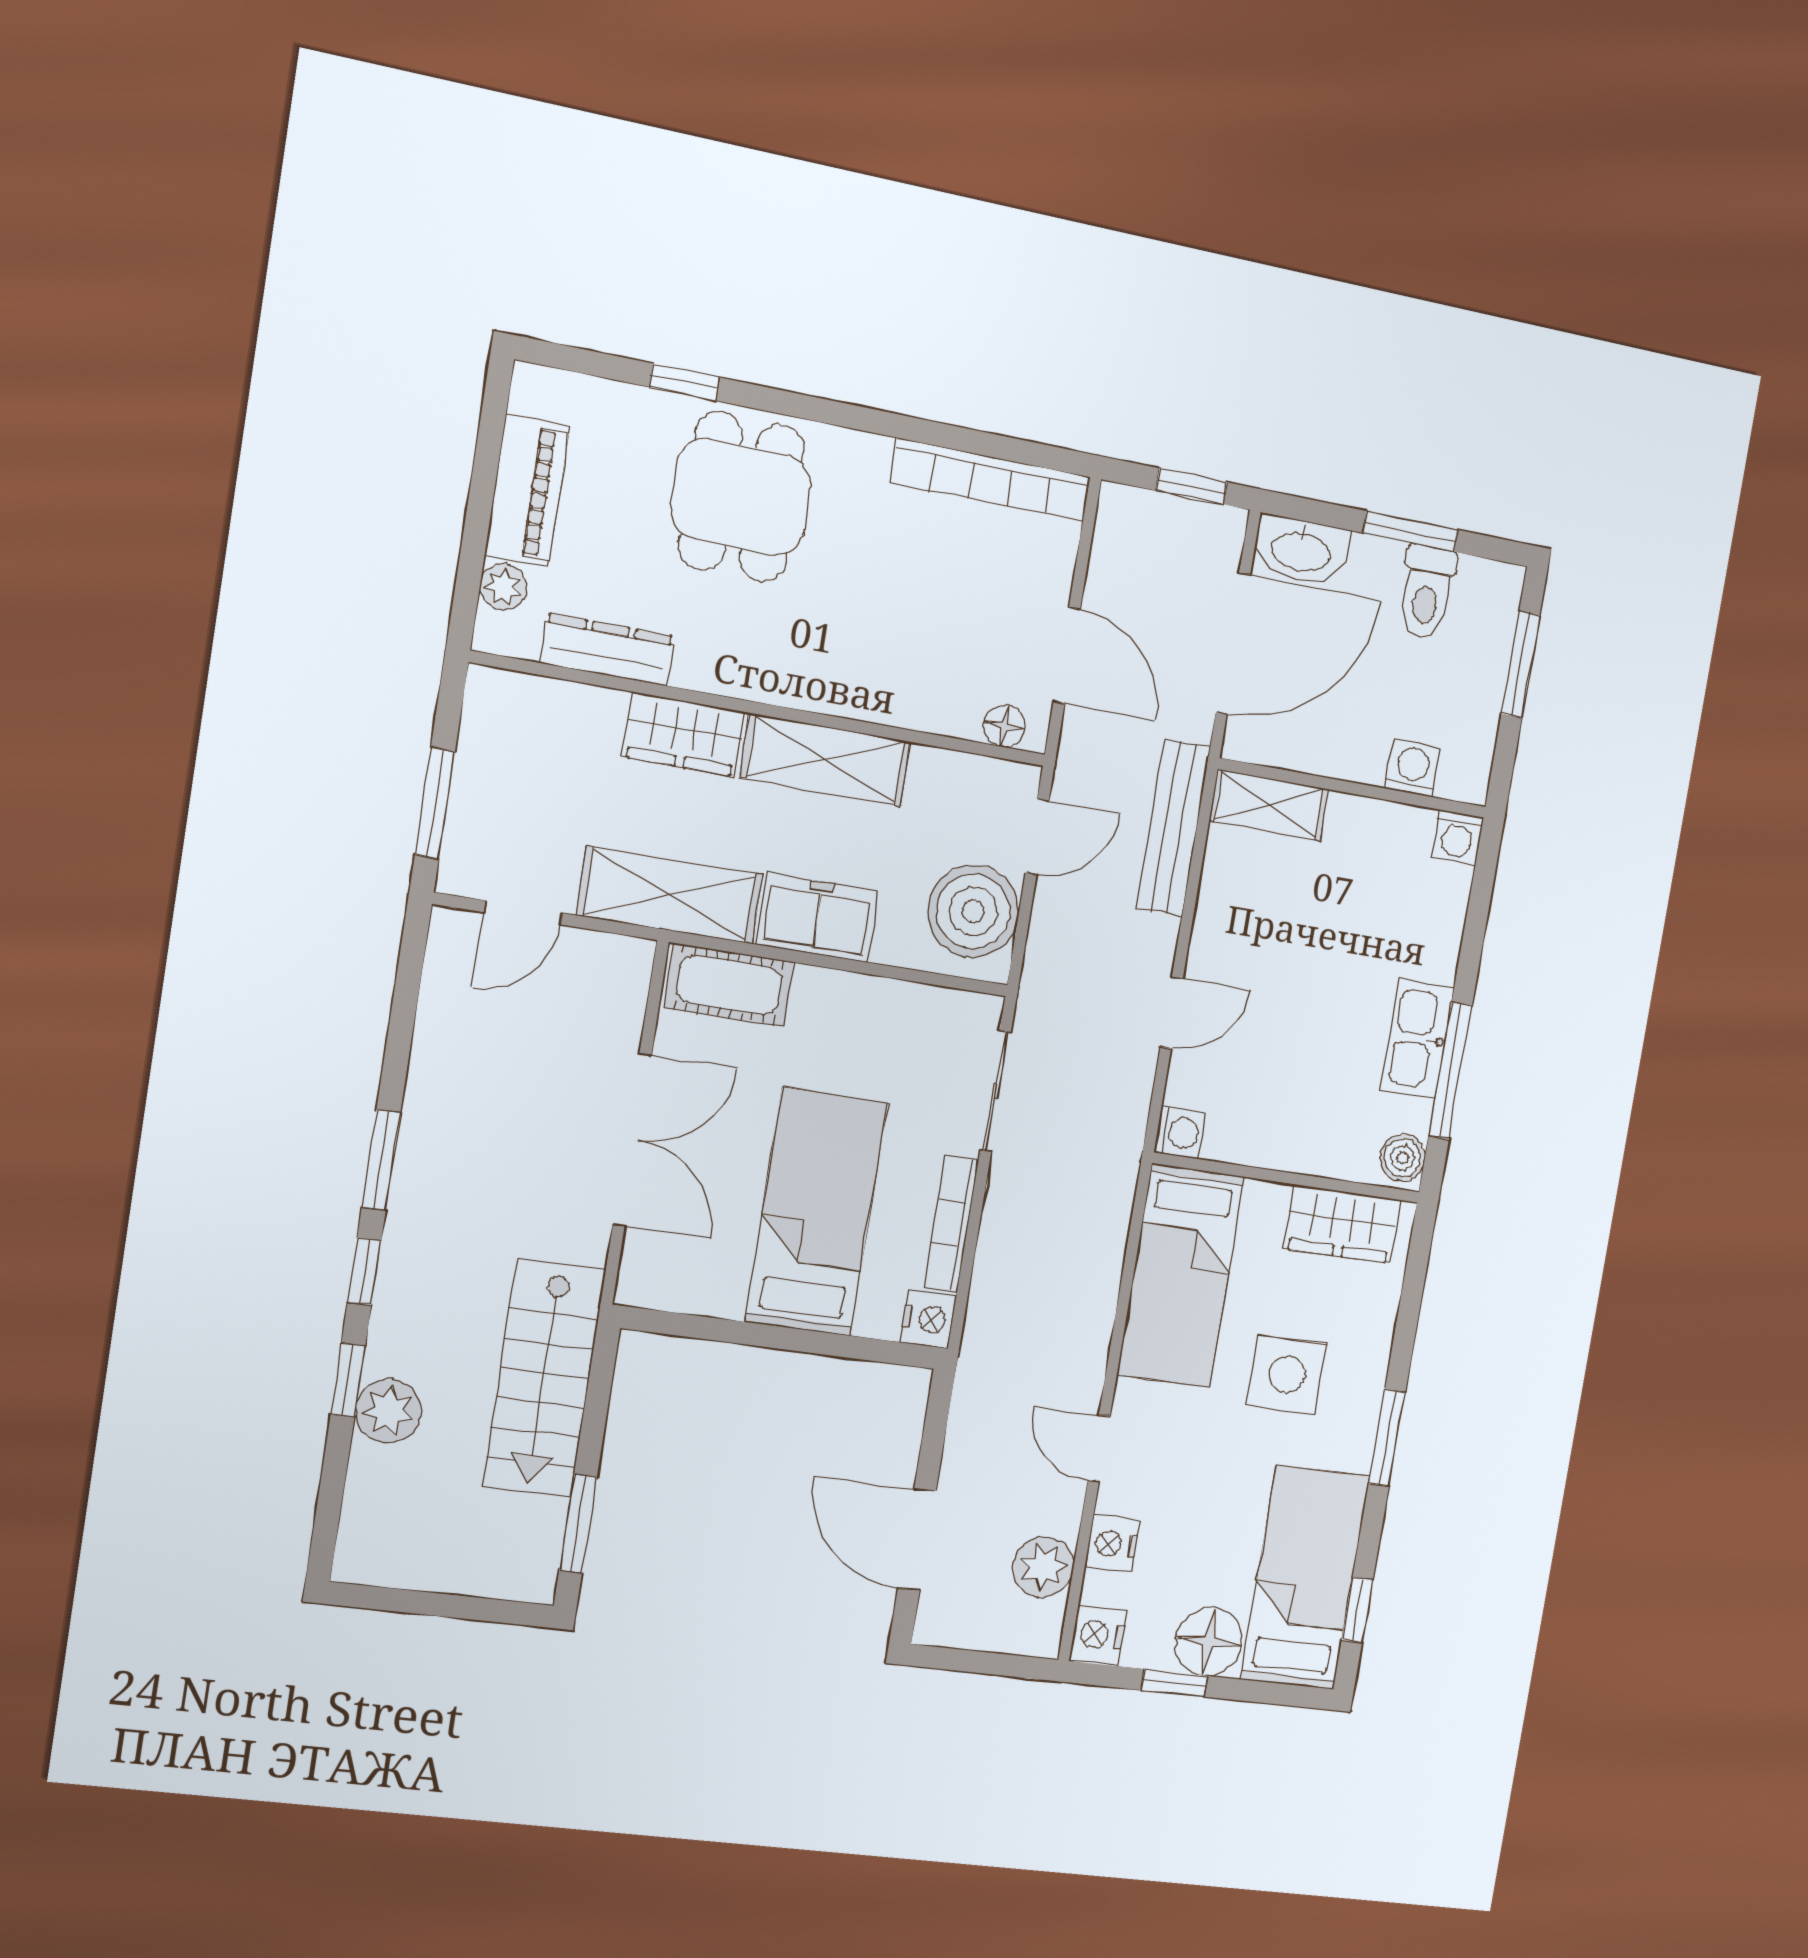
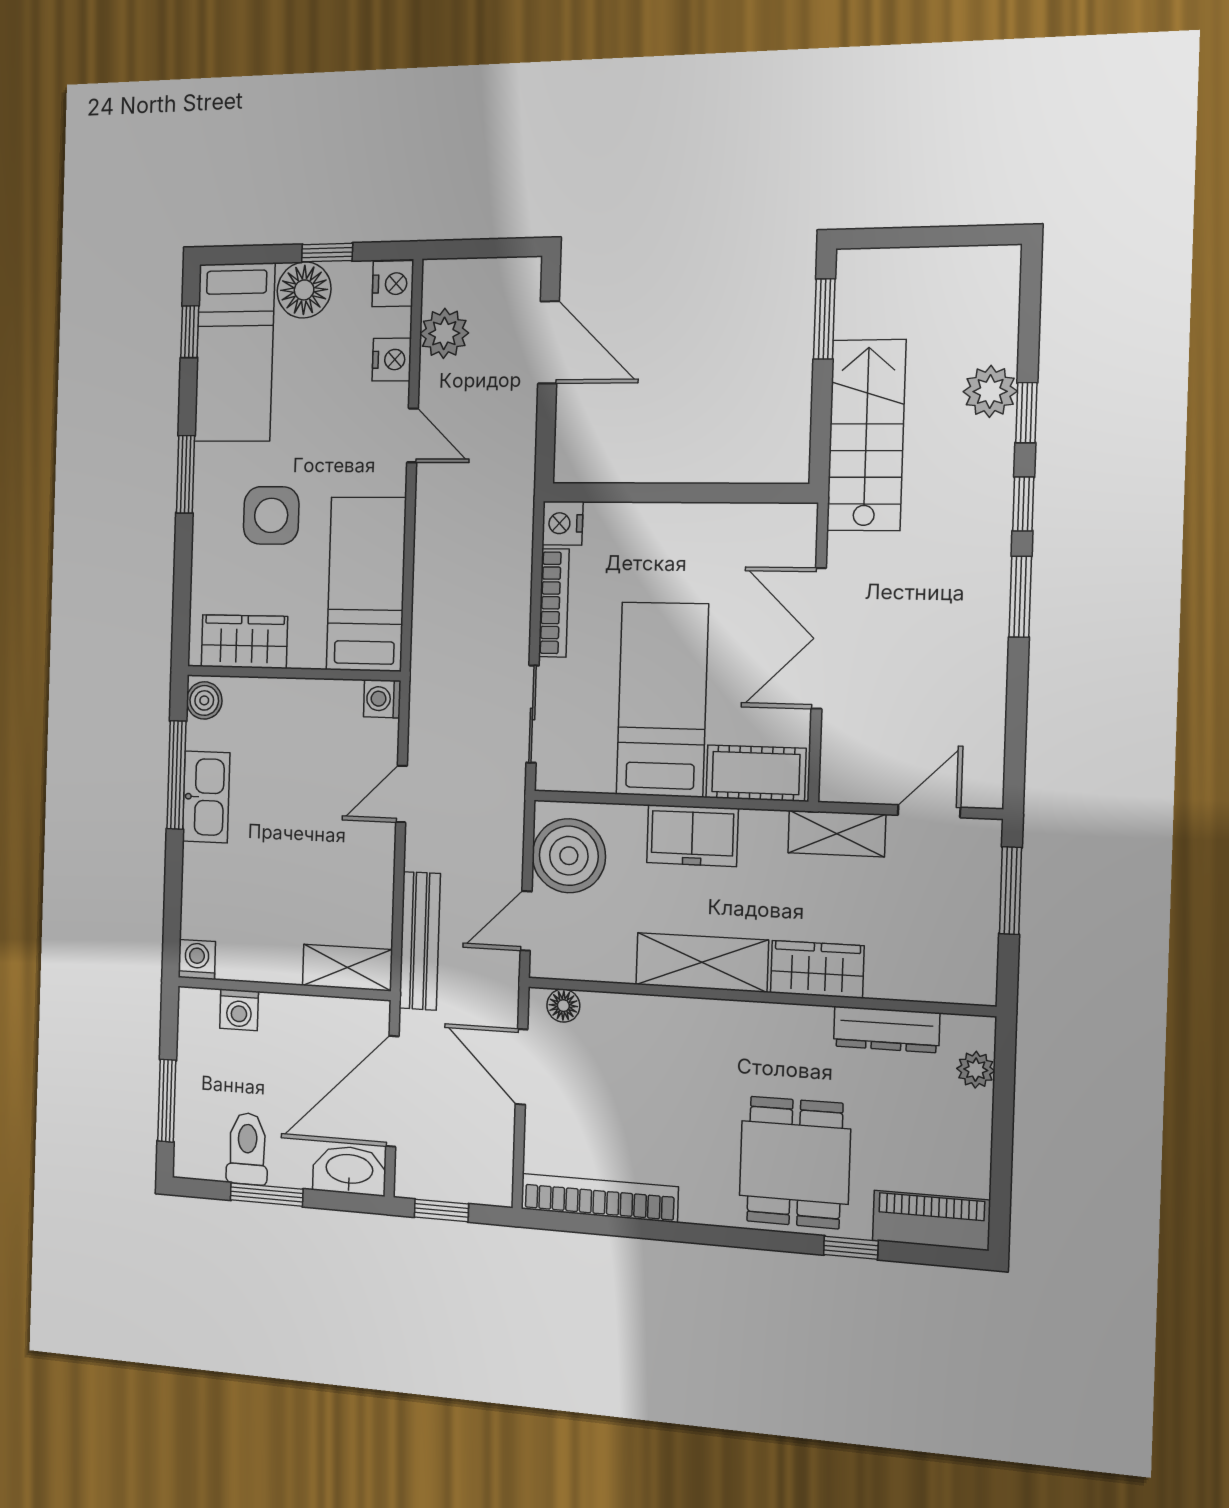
piano: (527, 491) -> (931, 1220), moved, turned 90
shelving: (670, 895) -> (837, 834), width x0.67, depth x0.75
bed: (816, 1212) -> (662, 699), moved, turned 180

